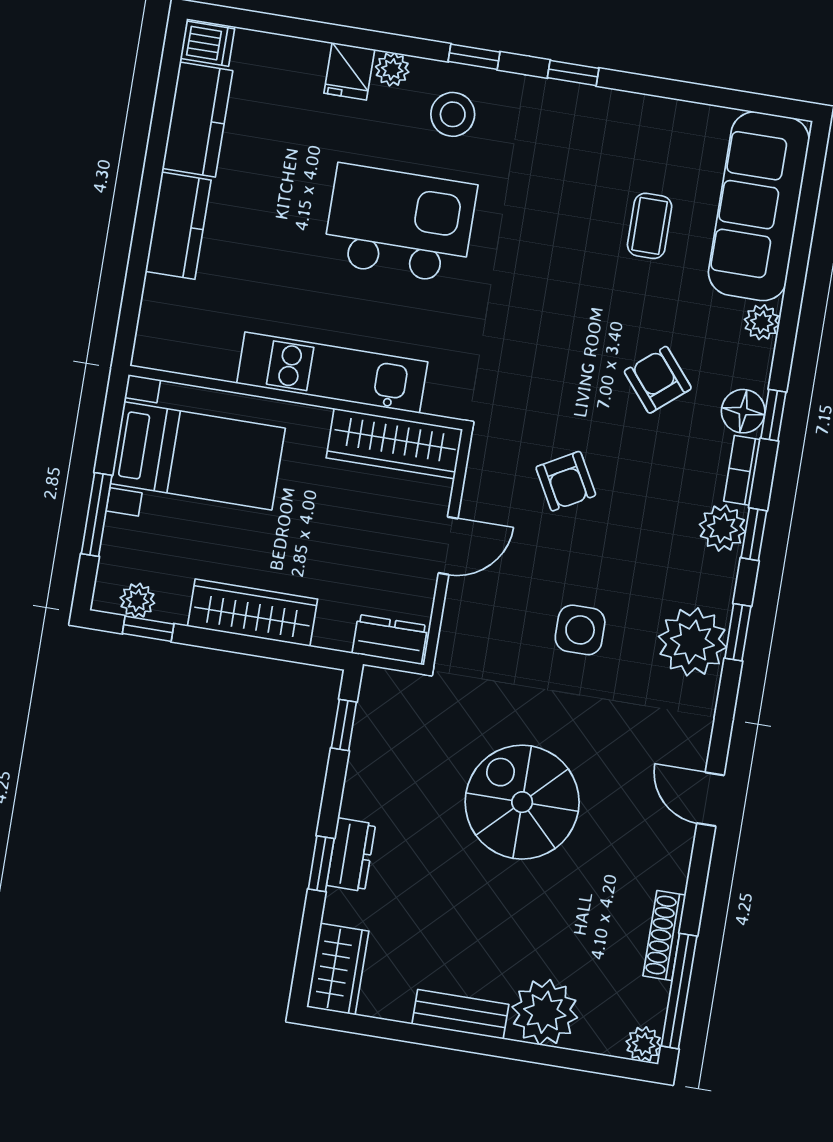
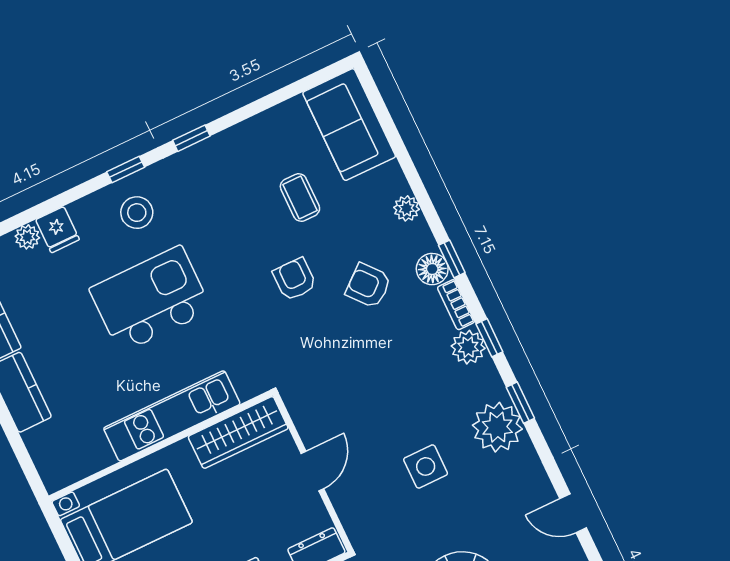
plant: (392, 69) -> (27, 237), moved
sofa: (759, 206) -> (349, 125), width x0.73
armchair: (566, 481) -> (295, 279), moved, turned -151

